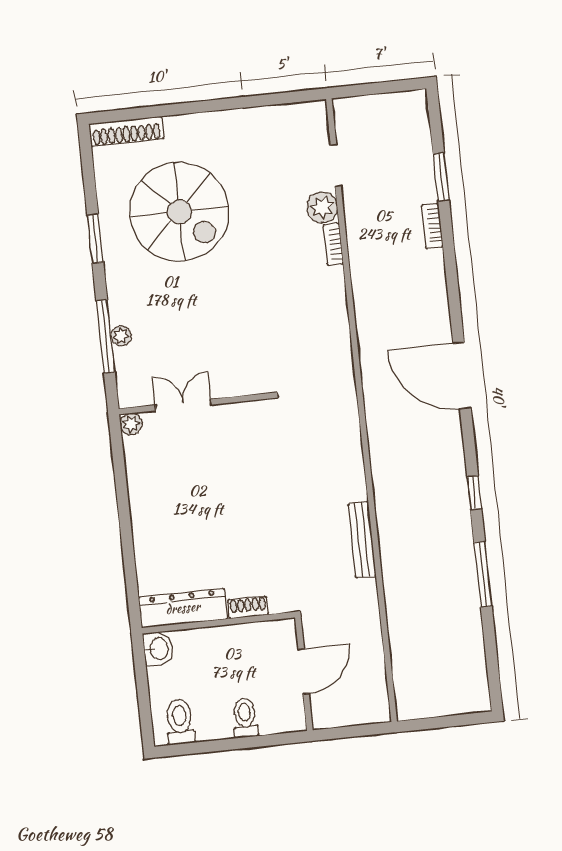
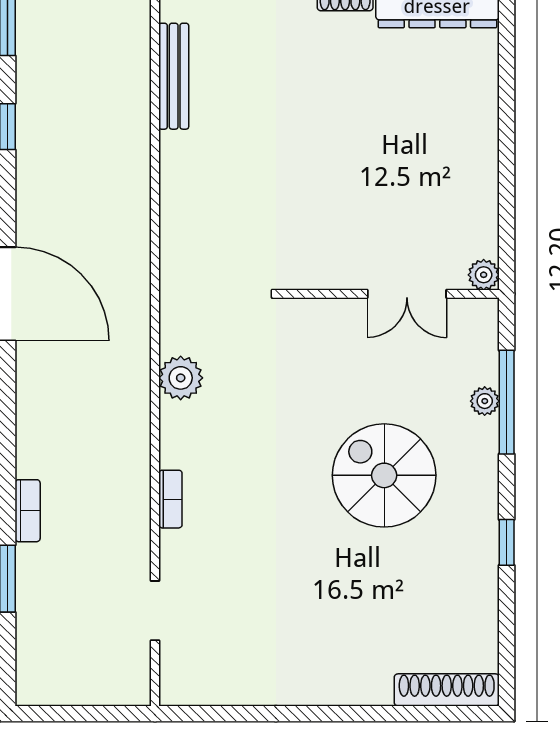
plant: (322, 207) -> (181, 378), moved
spiral stairs: (179, 212) -> (384, 475), moved, width x0.73, depth x0.73
window: (95, 239) -> (507, 542), width x0.67

